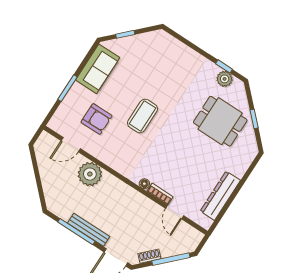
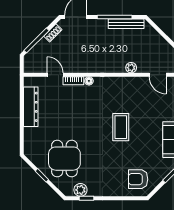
armchair: (97, 119) -> (138, 179), moved
dining table: (220, 121) -> (64, 159), turned 90
door: (71, 145) -> (158, 75), swing flipped
plant: (90, 174) -> (131, 68), width x0.53, depth x0.53
bench: (89, 230) -> (126, 24), moved

